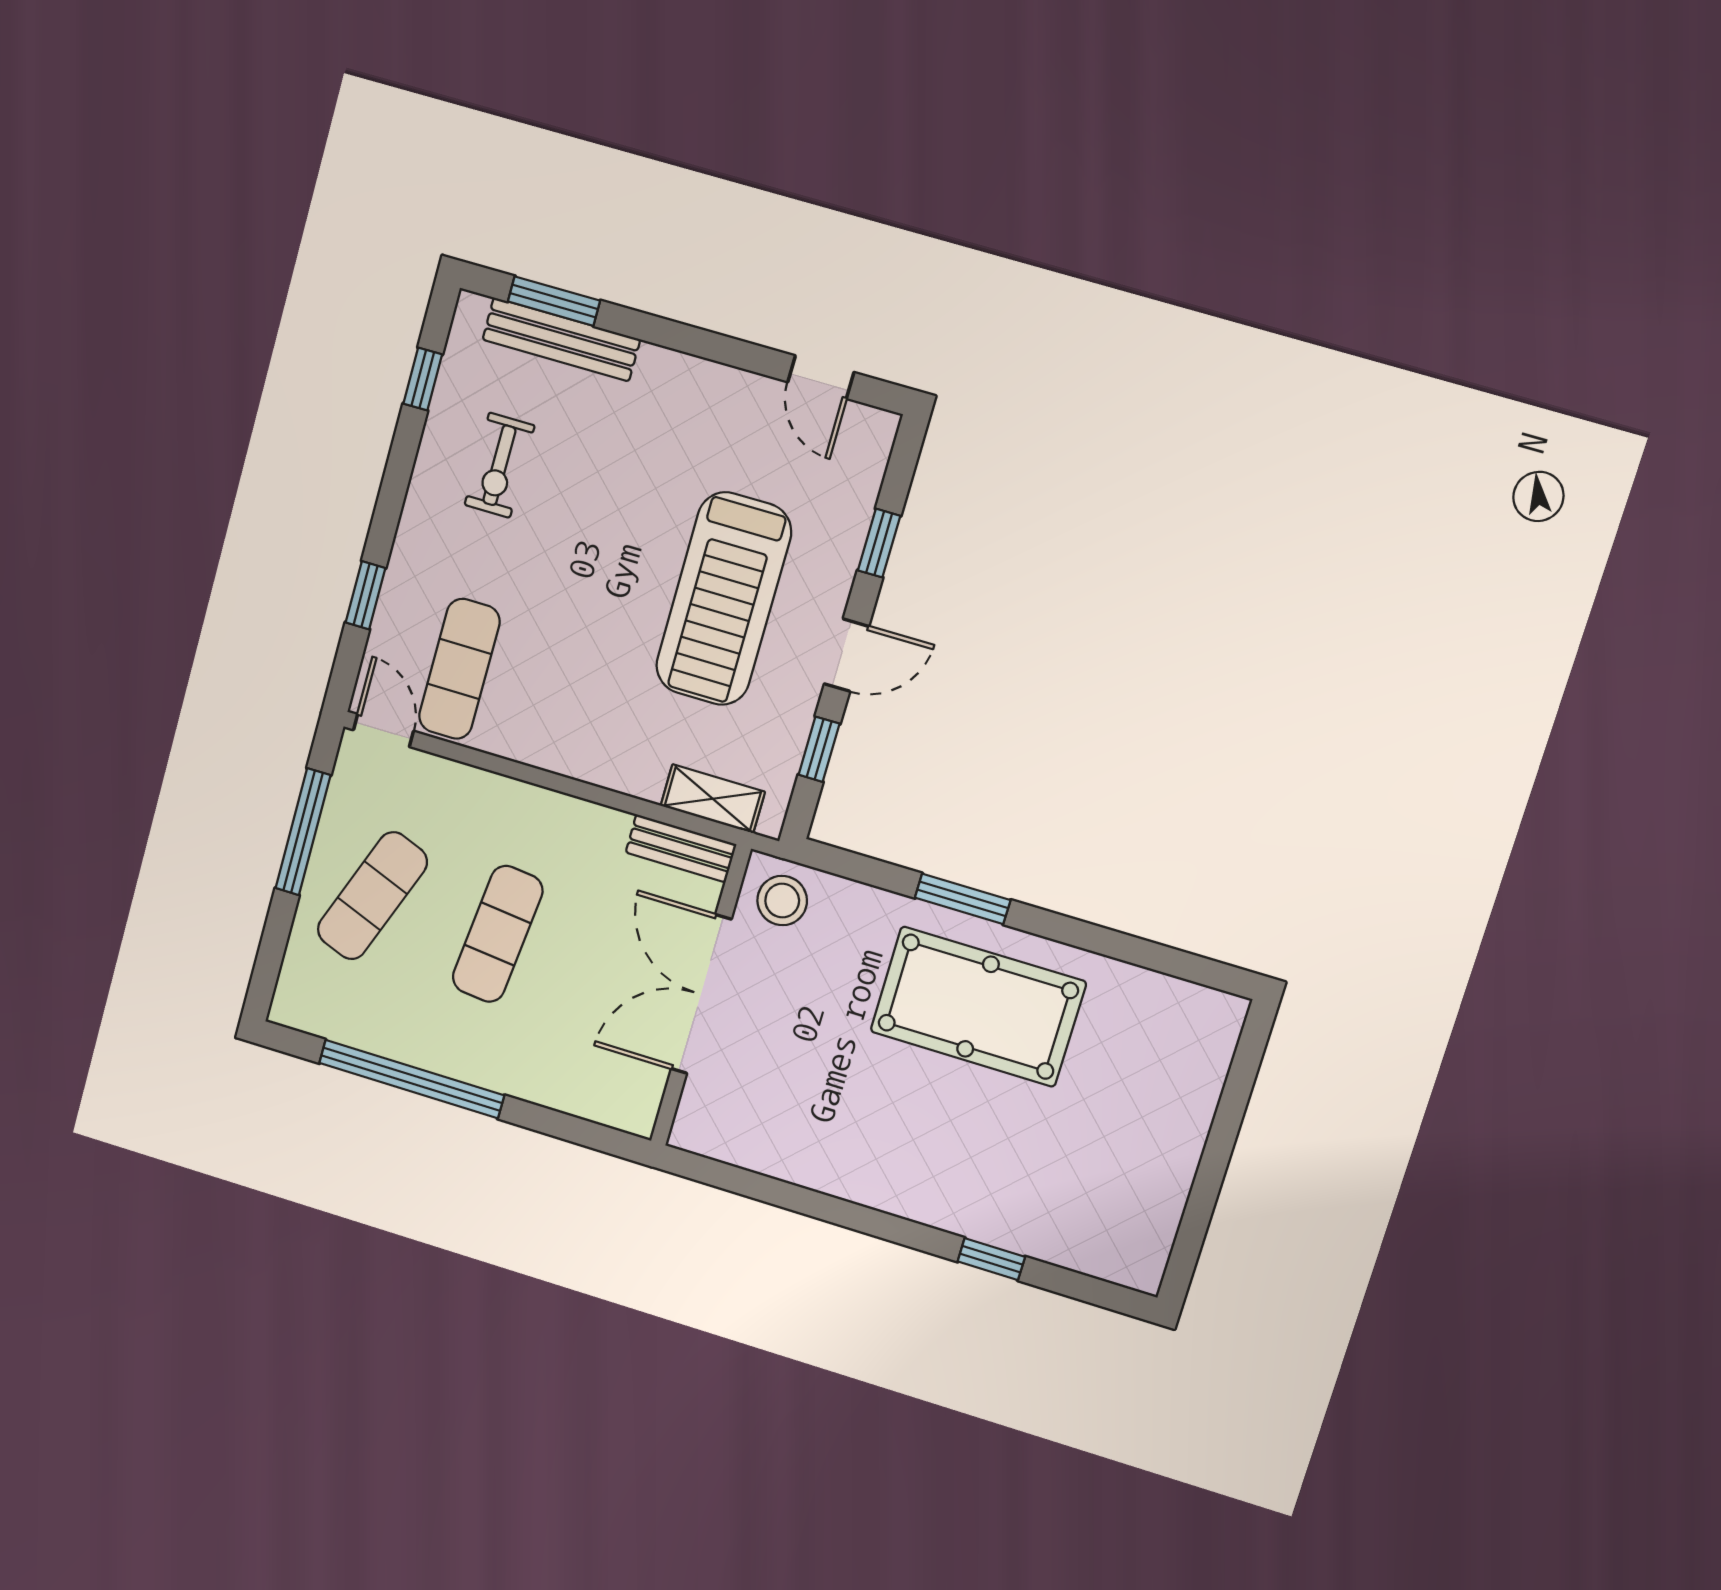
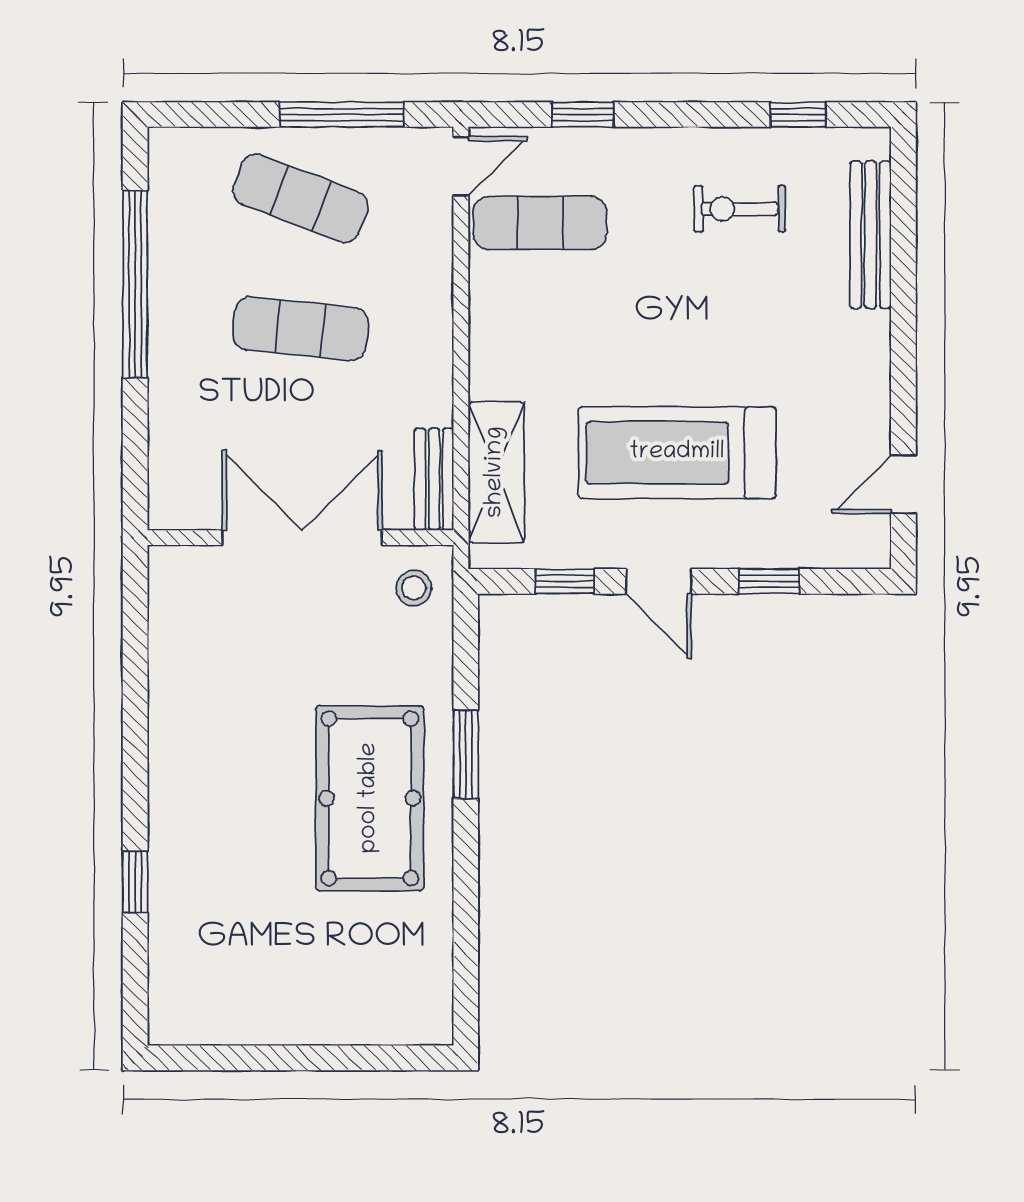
window: (554, 301) -> (903, 218), removed
shelving: (713, 799) -> (496, 472), width x1.50, depth x1.33
stool: (782, 901) -> (414, 588), width x0.73, depth x0.73

